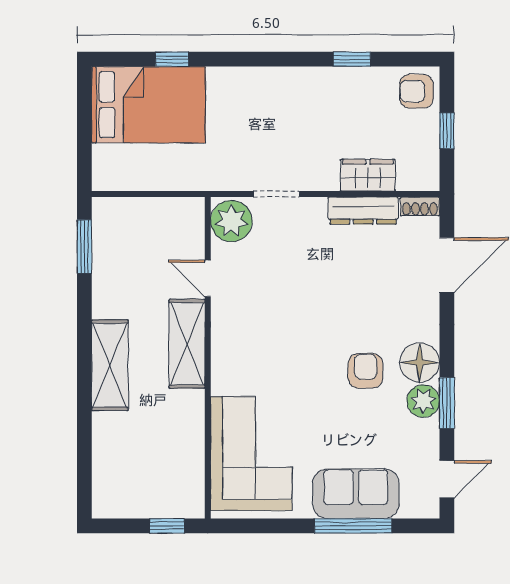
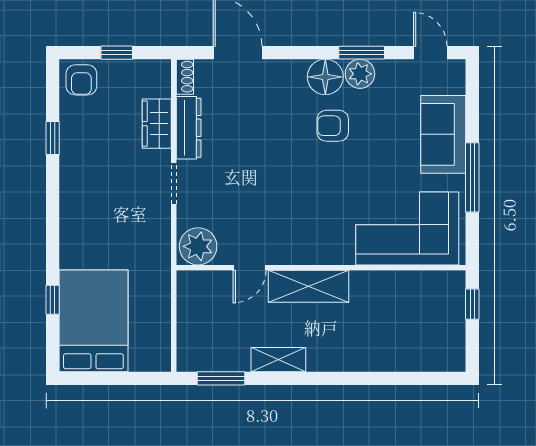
doorway: (276, 194) -> (174, 183), moved
shelving: (110, 365) -> (278, 360), moved, width x0.67, depth x0.75
window: (353, 526) -> (472, 177), moved

